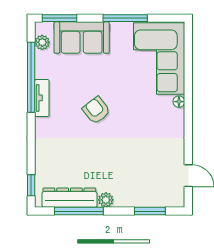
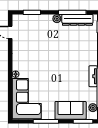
armchair: (96, 110) -> (62, 69), removed

